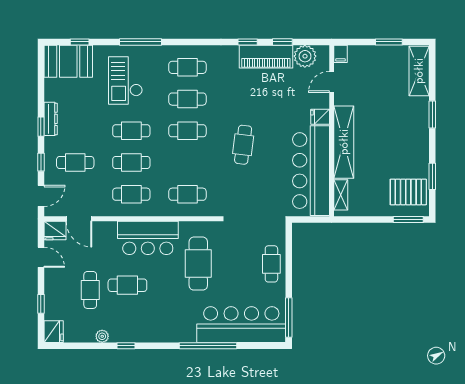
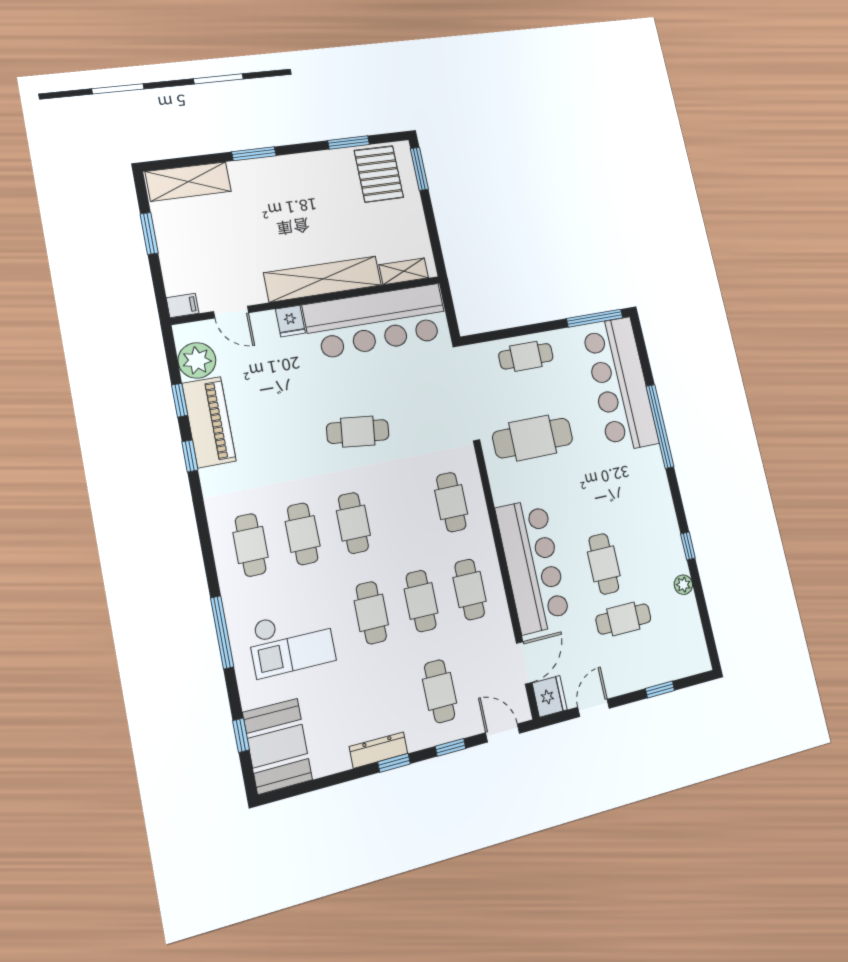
bar counter: (148, 238) -> (533, 566), width x1.36
cafe table: (198, 264) -> (533, 438), moved
fridge: (54, 332) -> (694, 660), removed

